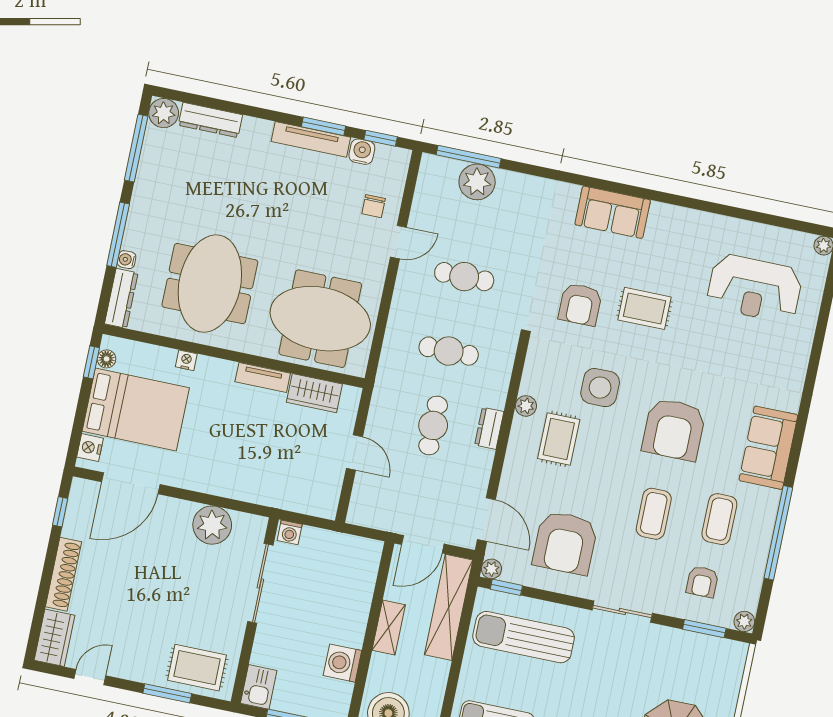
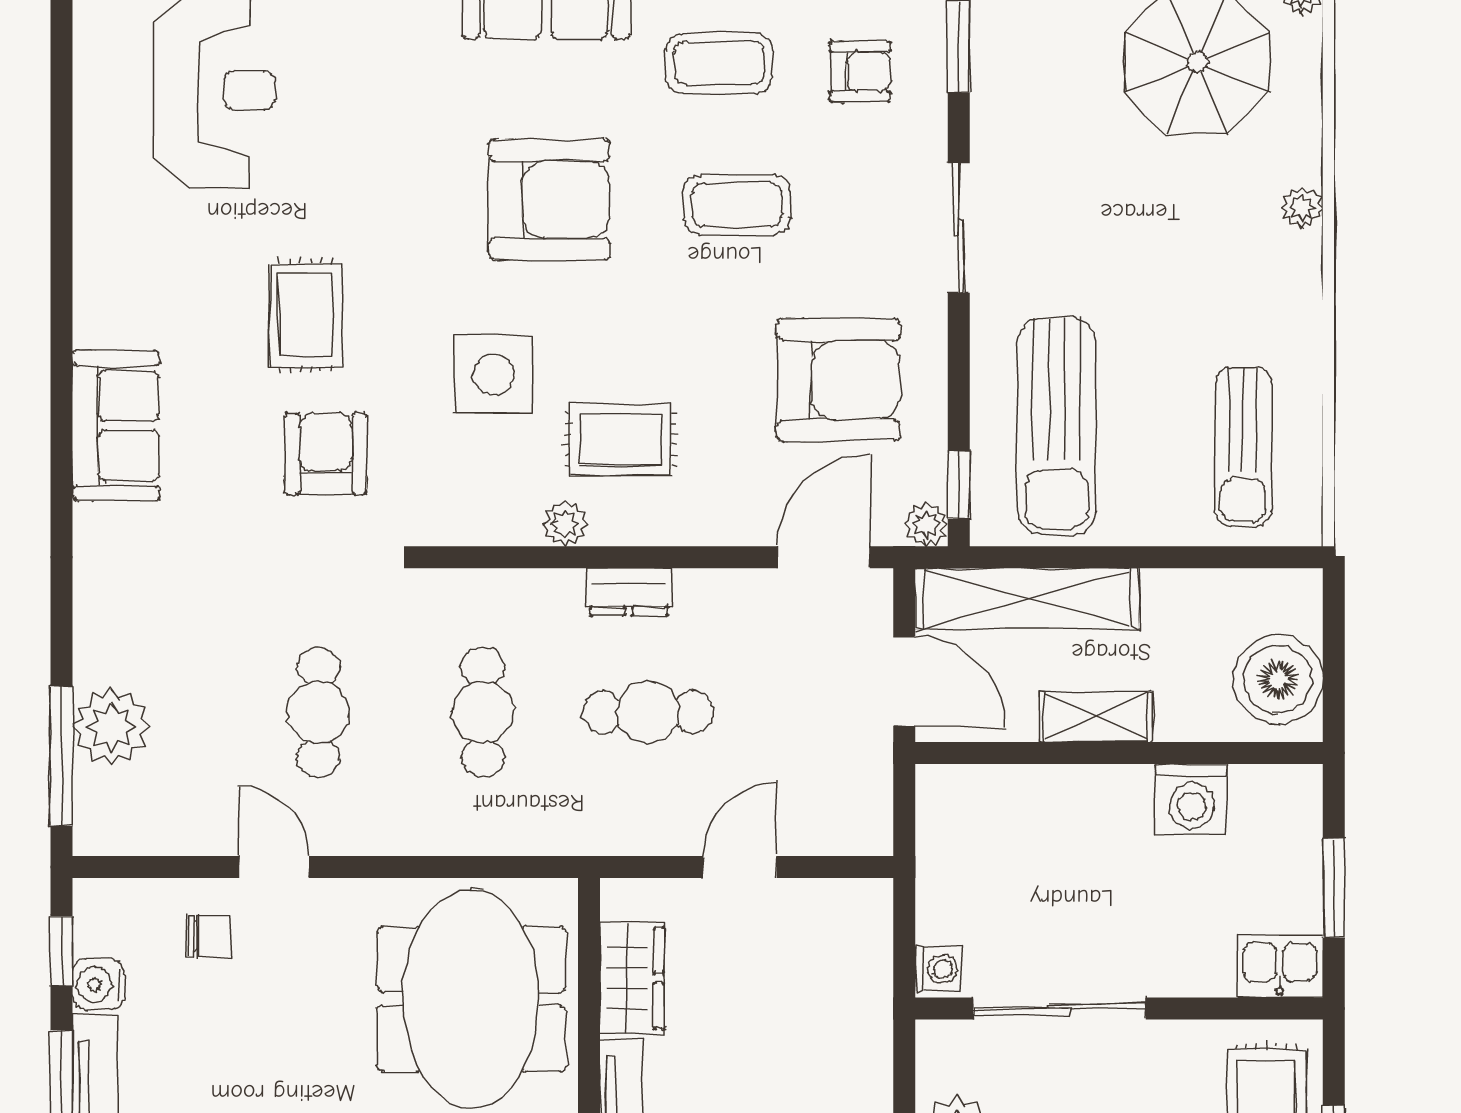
armchair: (580, 304) -> (326, 454), turned -90

